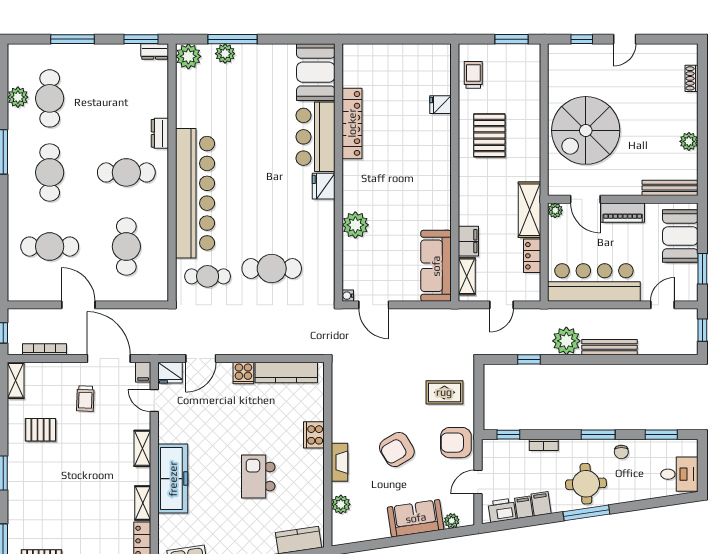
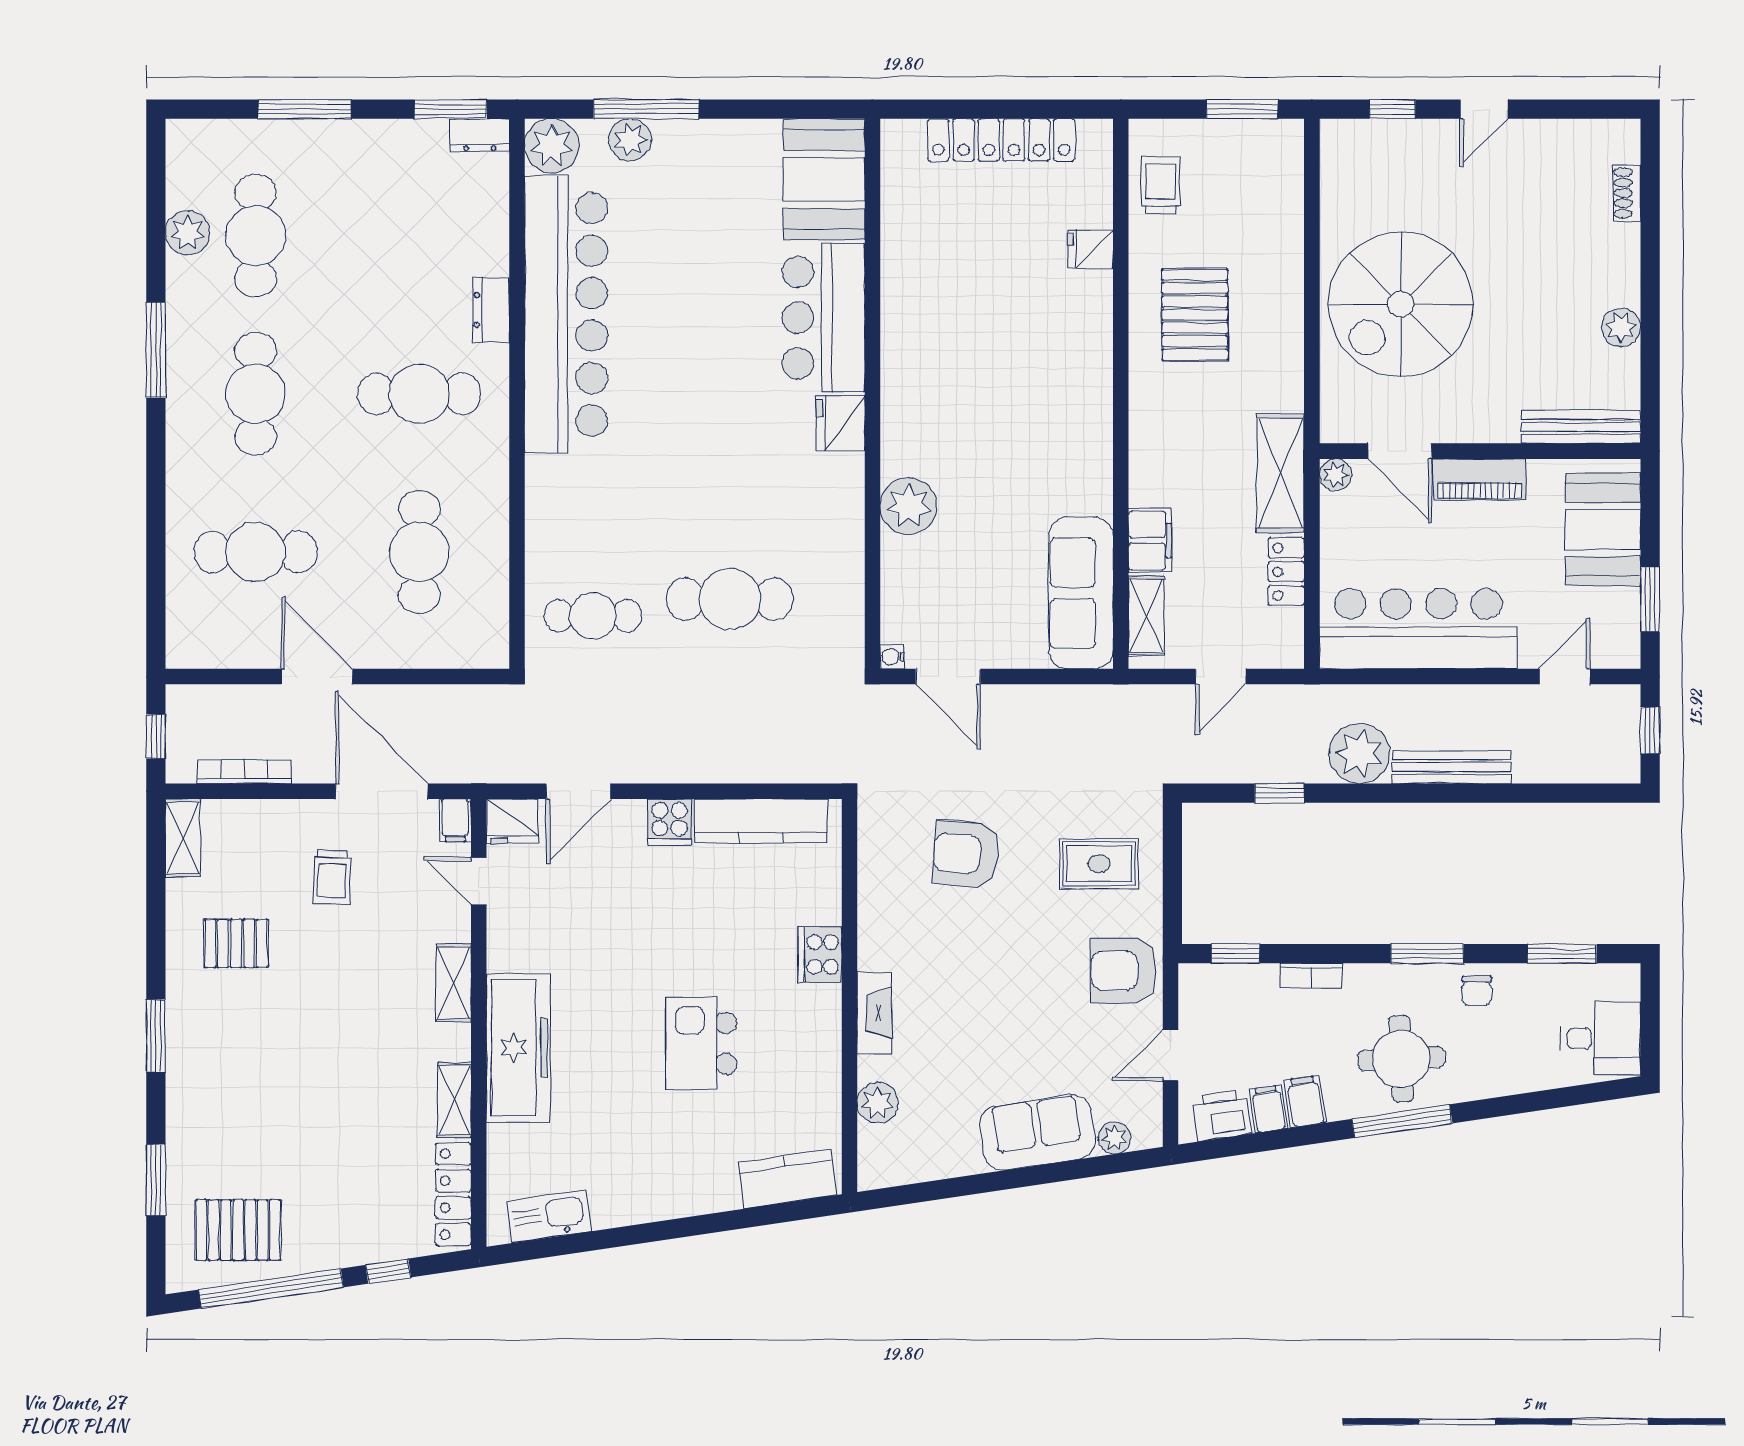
locker: (352, 123) -> (1001, 140), moved, turned 90
bar counter: (195, 193) -> (566, 314), moved
armchair: (397, 450) -> (966, 854), moved, turned 36

